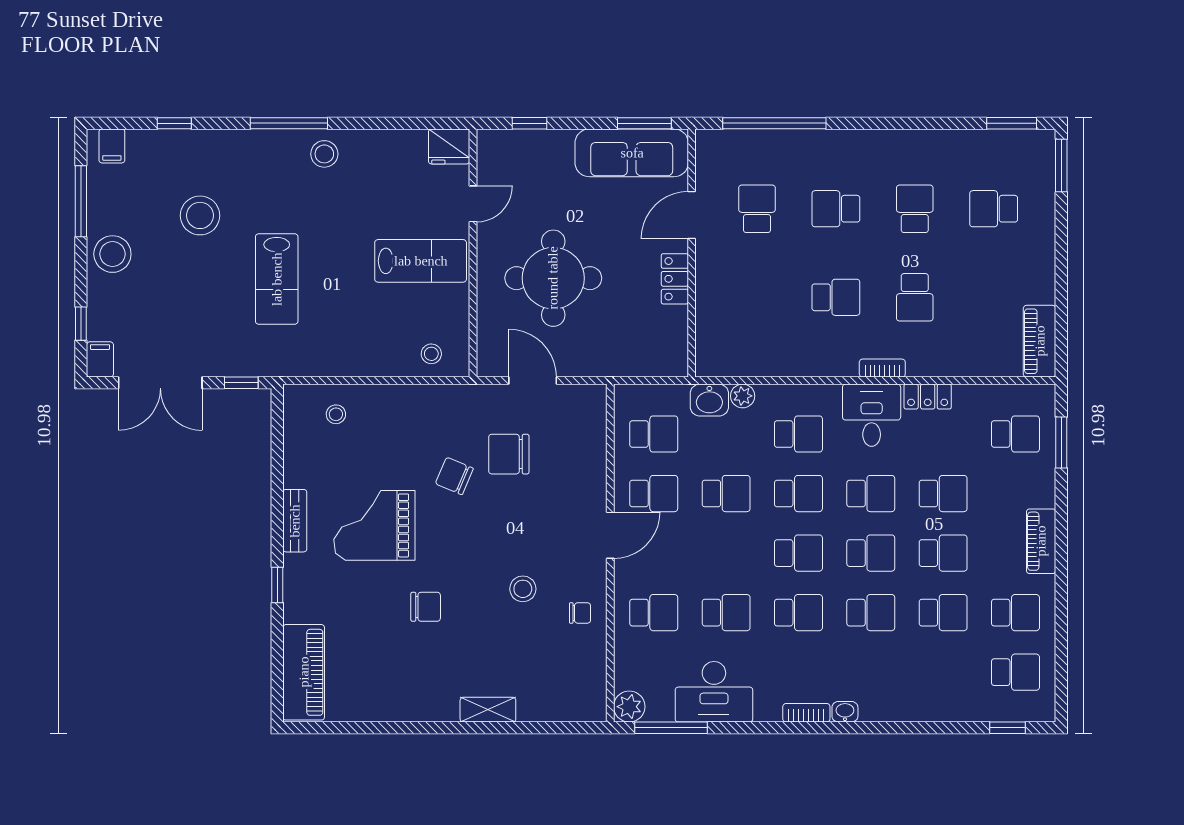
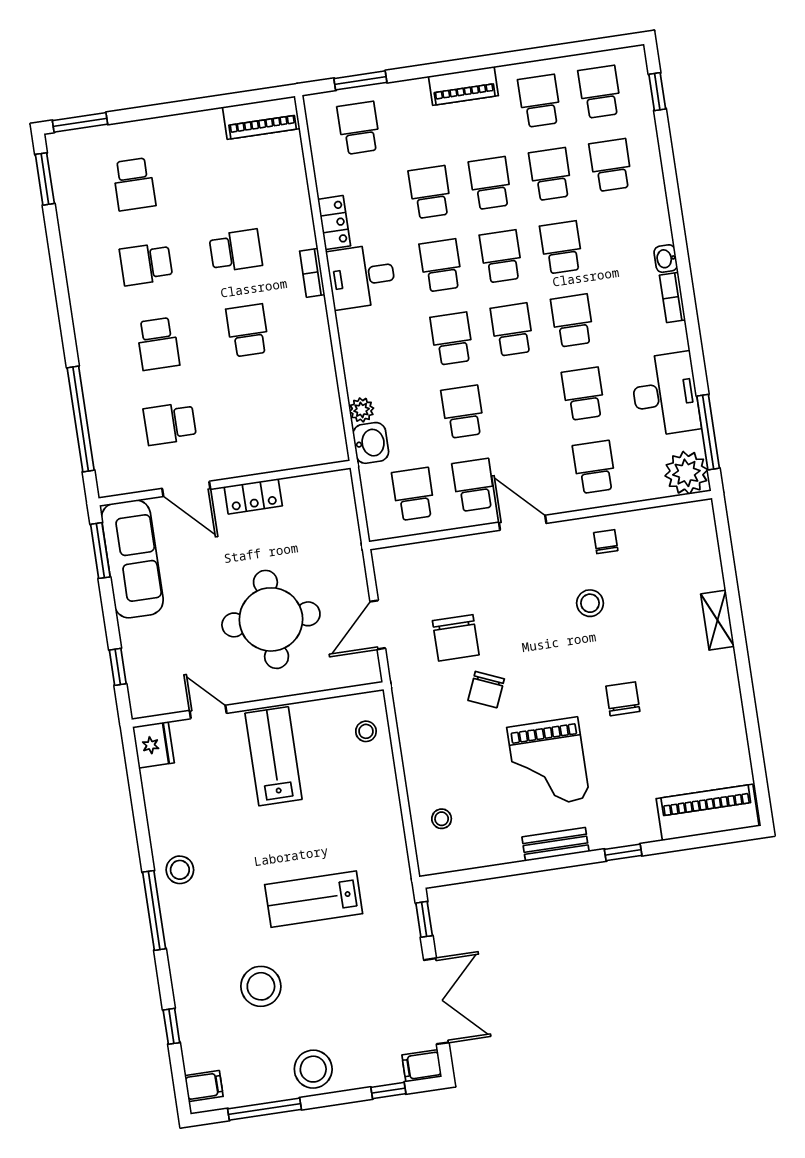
lab bench: (277, 279) -> (314, 899), turned 180
school desk: (798, 434) -> (611, 165), moved
plant: (629, 707) -> (686, 473), width x1.36, depth x1.36

